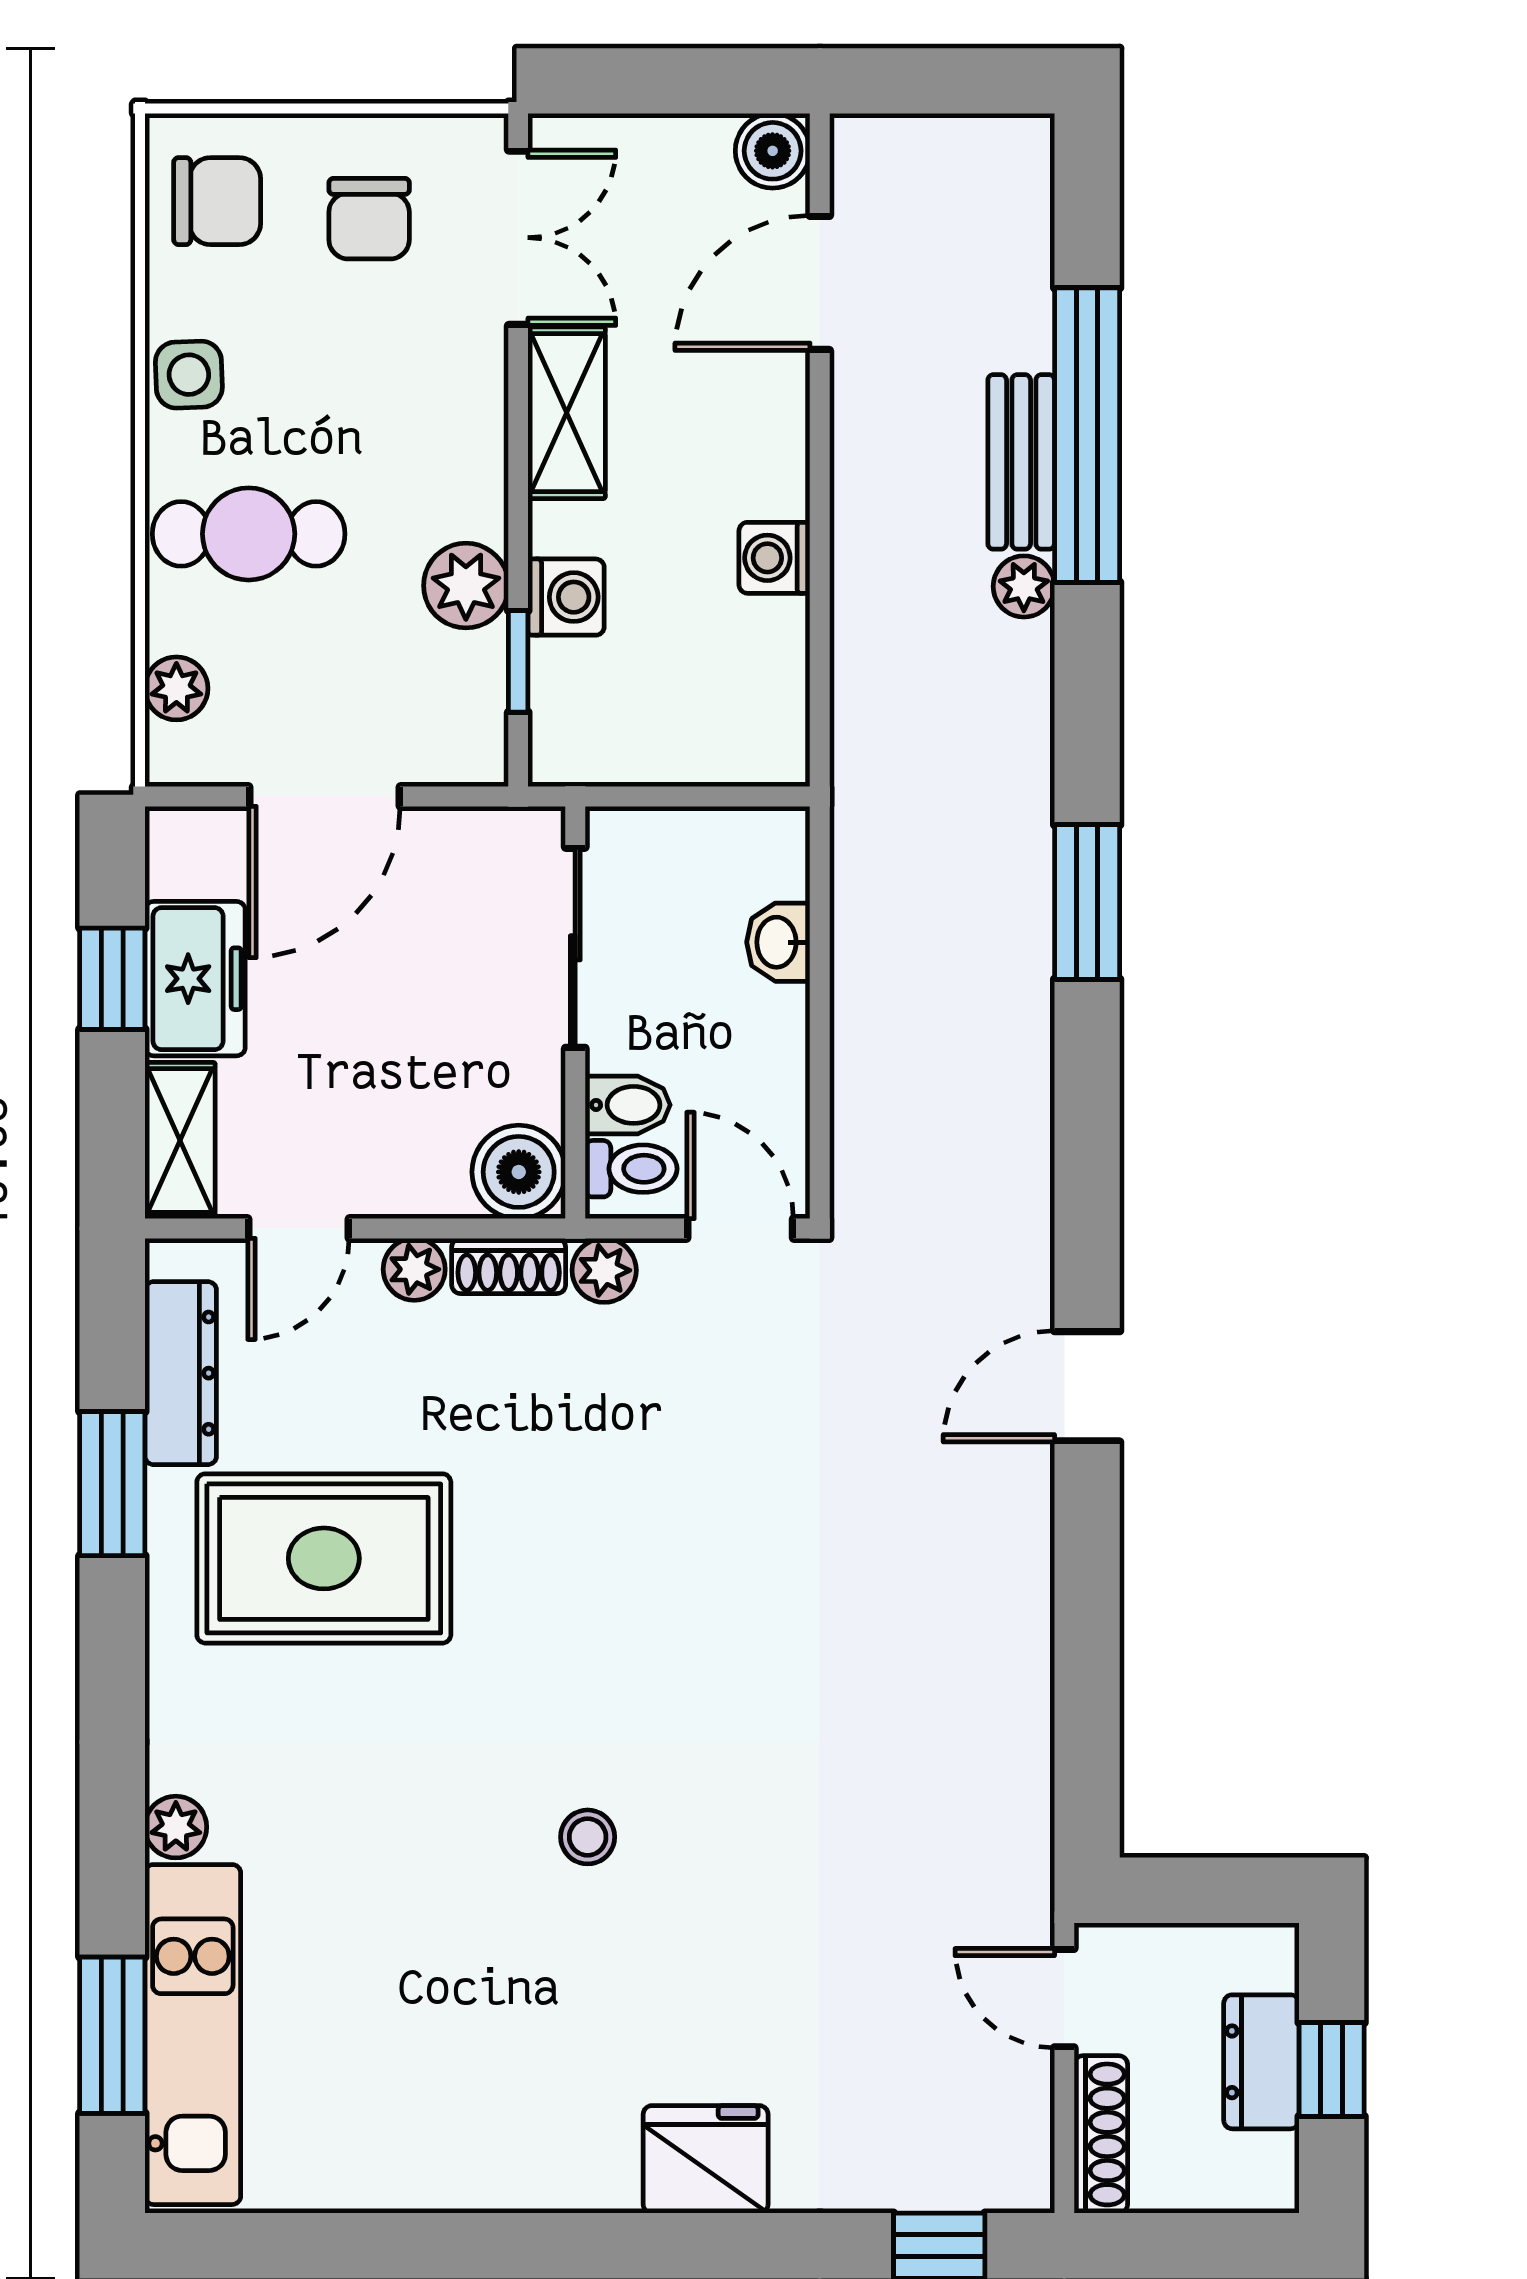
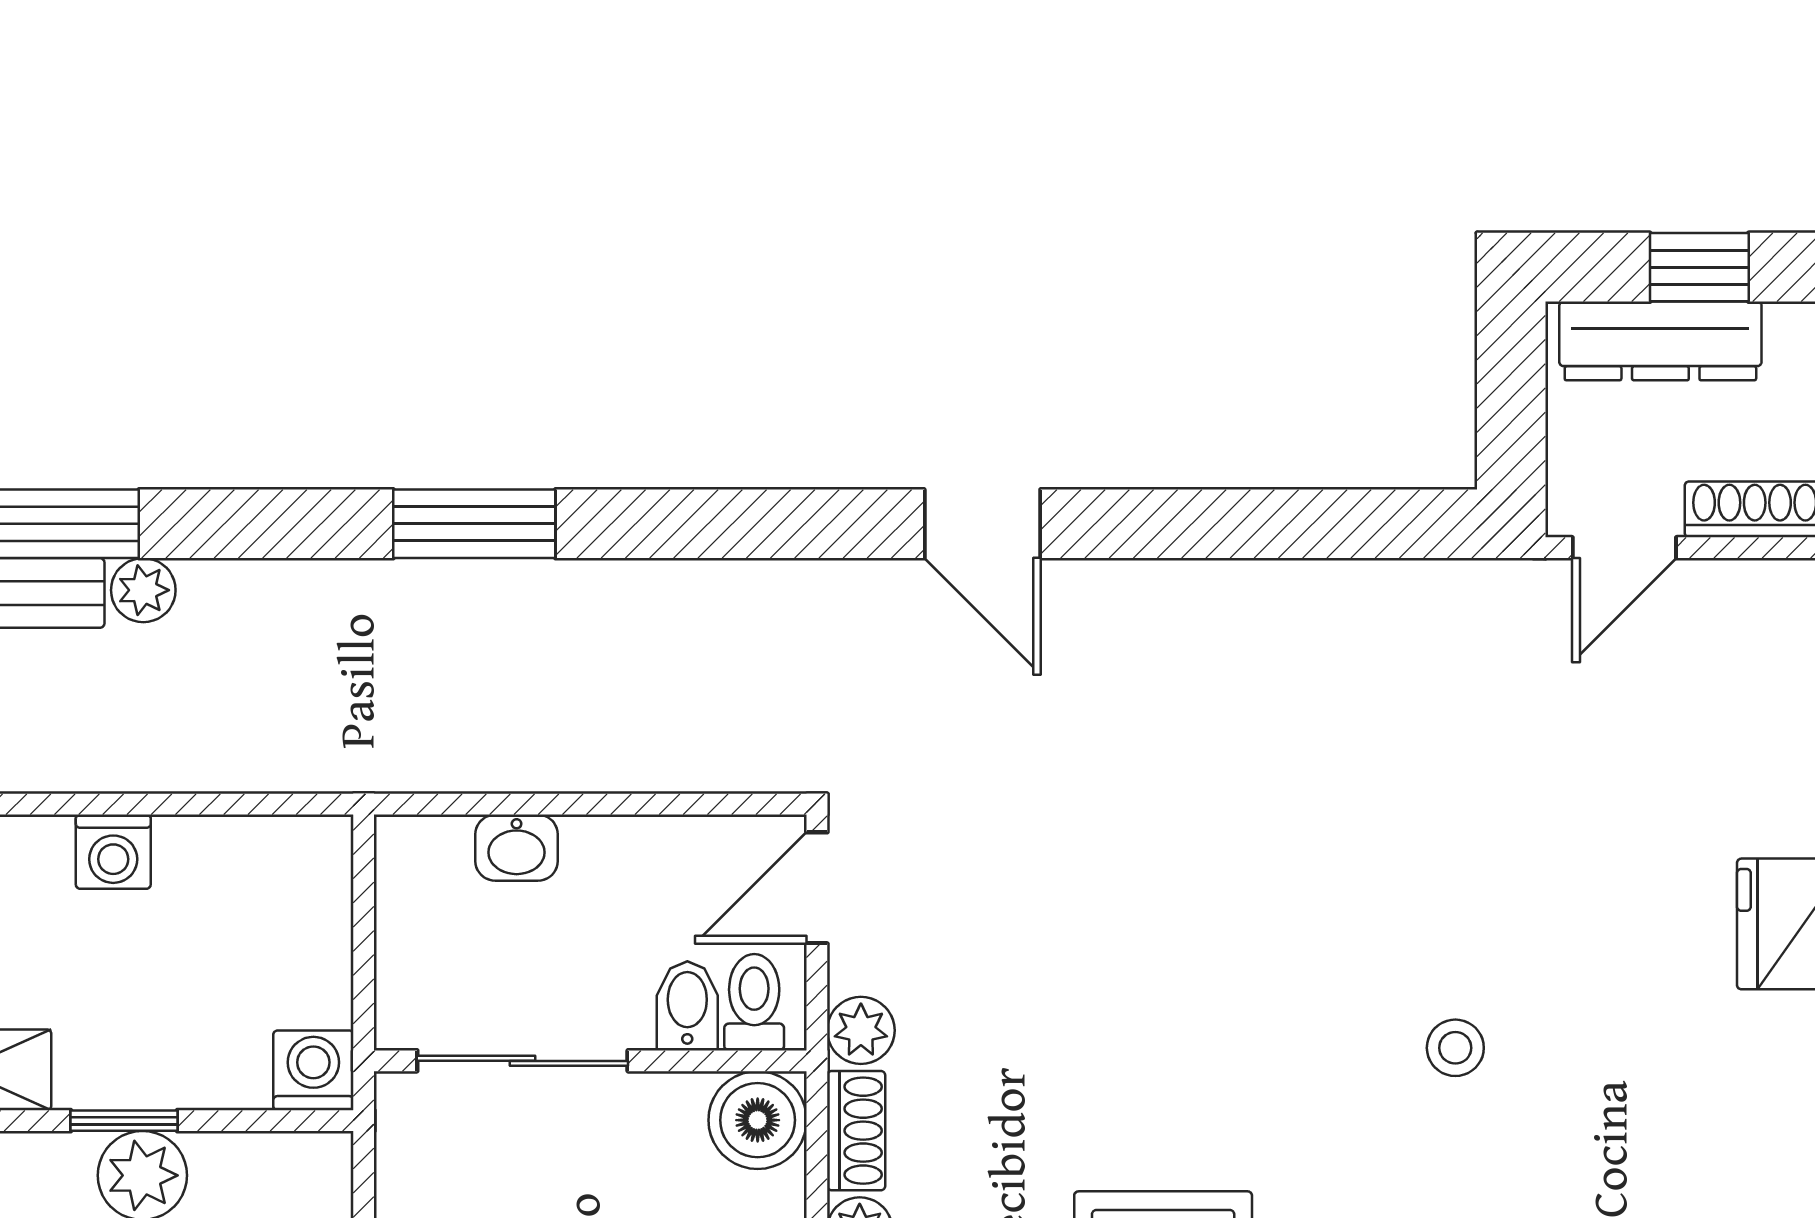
washing machine: (566, 597) -> (313, 1070), moved
window: (518, 661) -> (124, 1121), moved
dresser: (1261, 2062) -> (1660, 341), width x1.44

